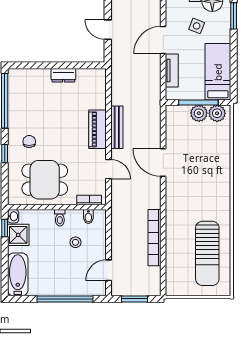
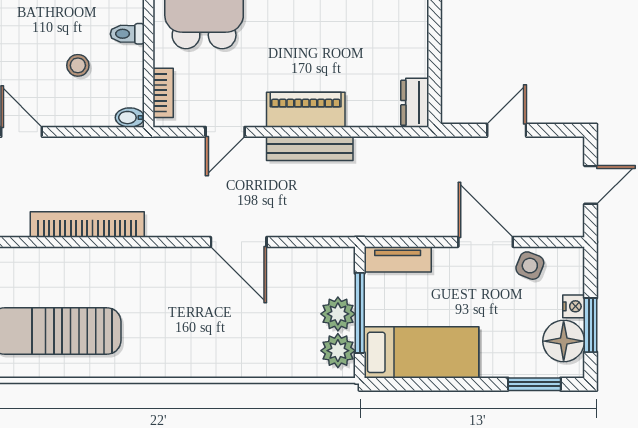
side table: (197, 26) -> (530, 266), moved
tv unit: (172, 70) -> (398, 259), moved
dresser: (63, 75) -> (415, 103), moved
door: (163, 163) -> (239, 242), swing flipped
bidet: (88, 217) -> (130, 118), moved

